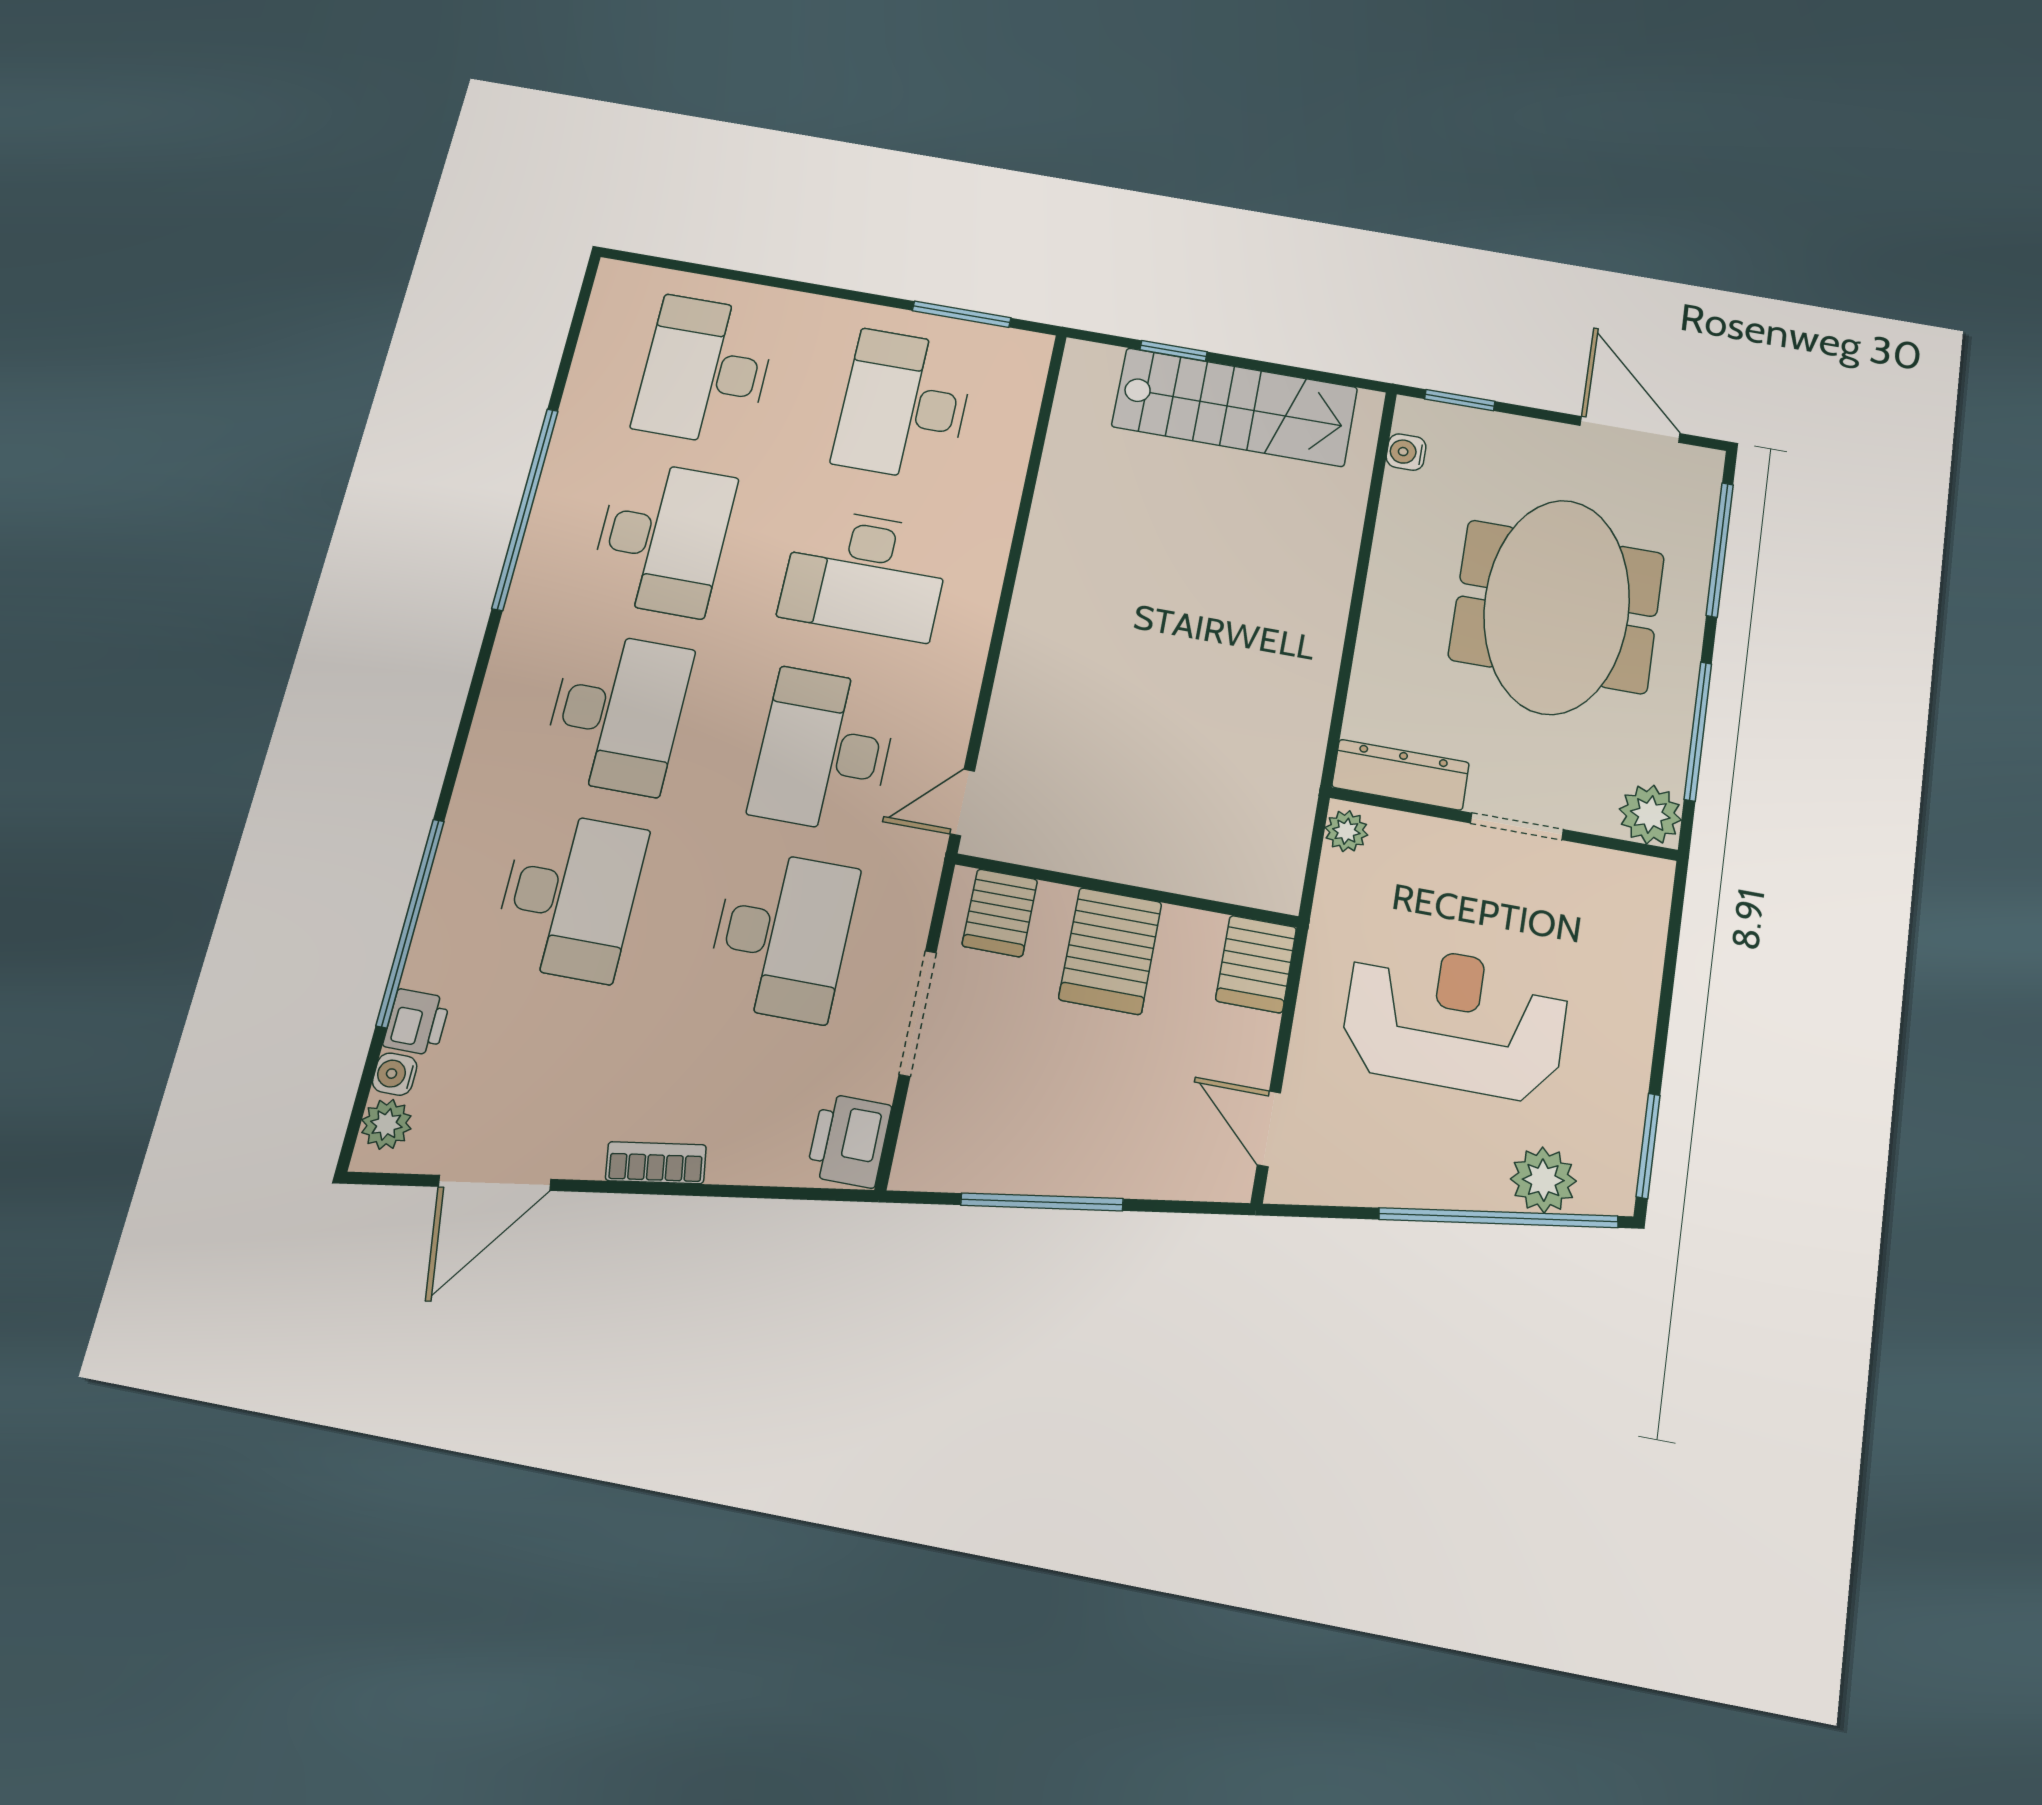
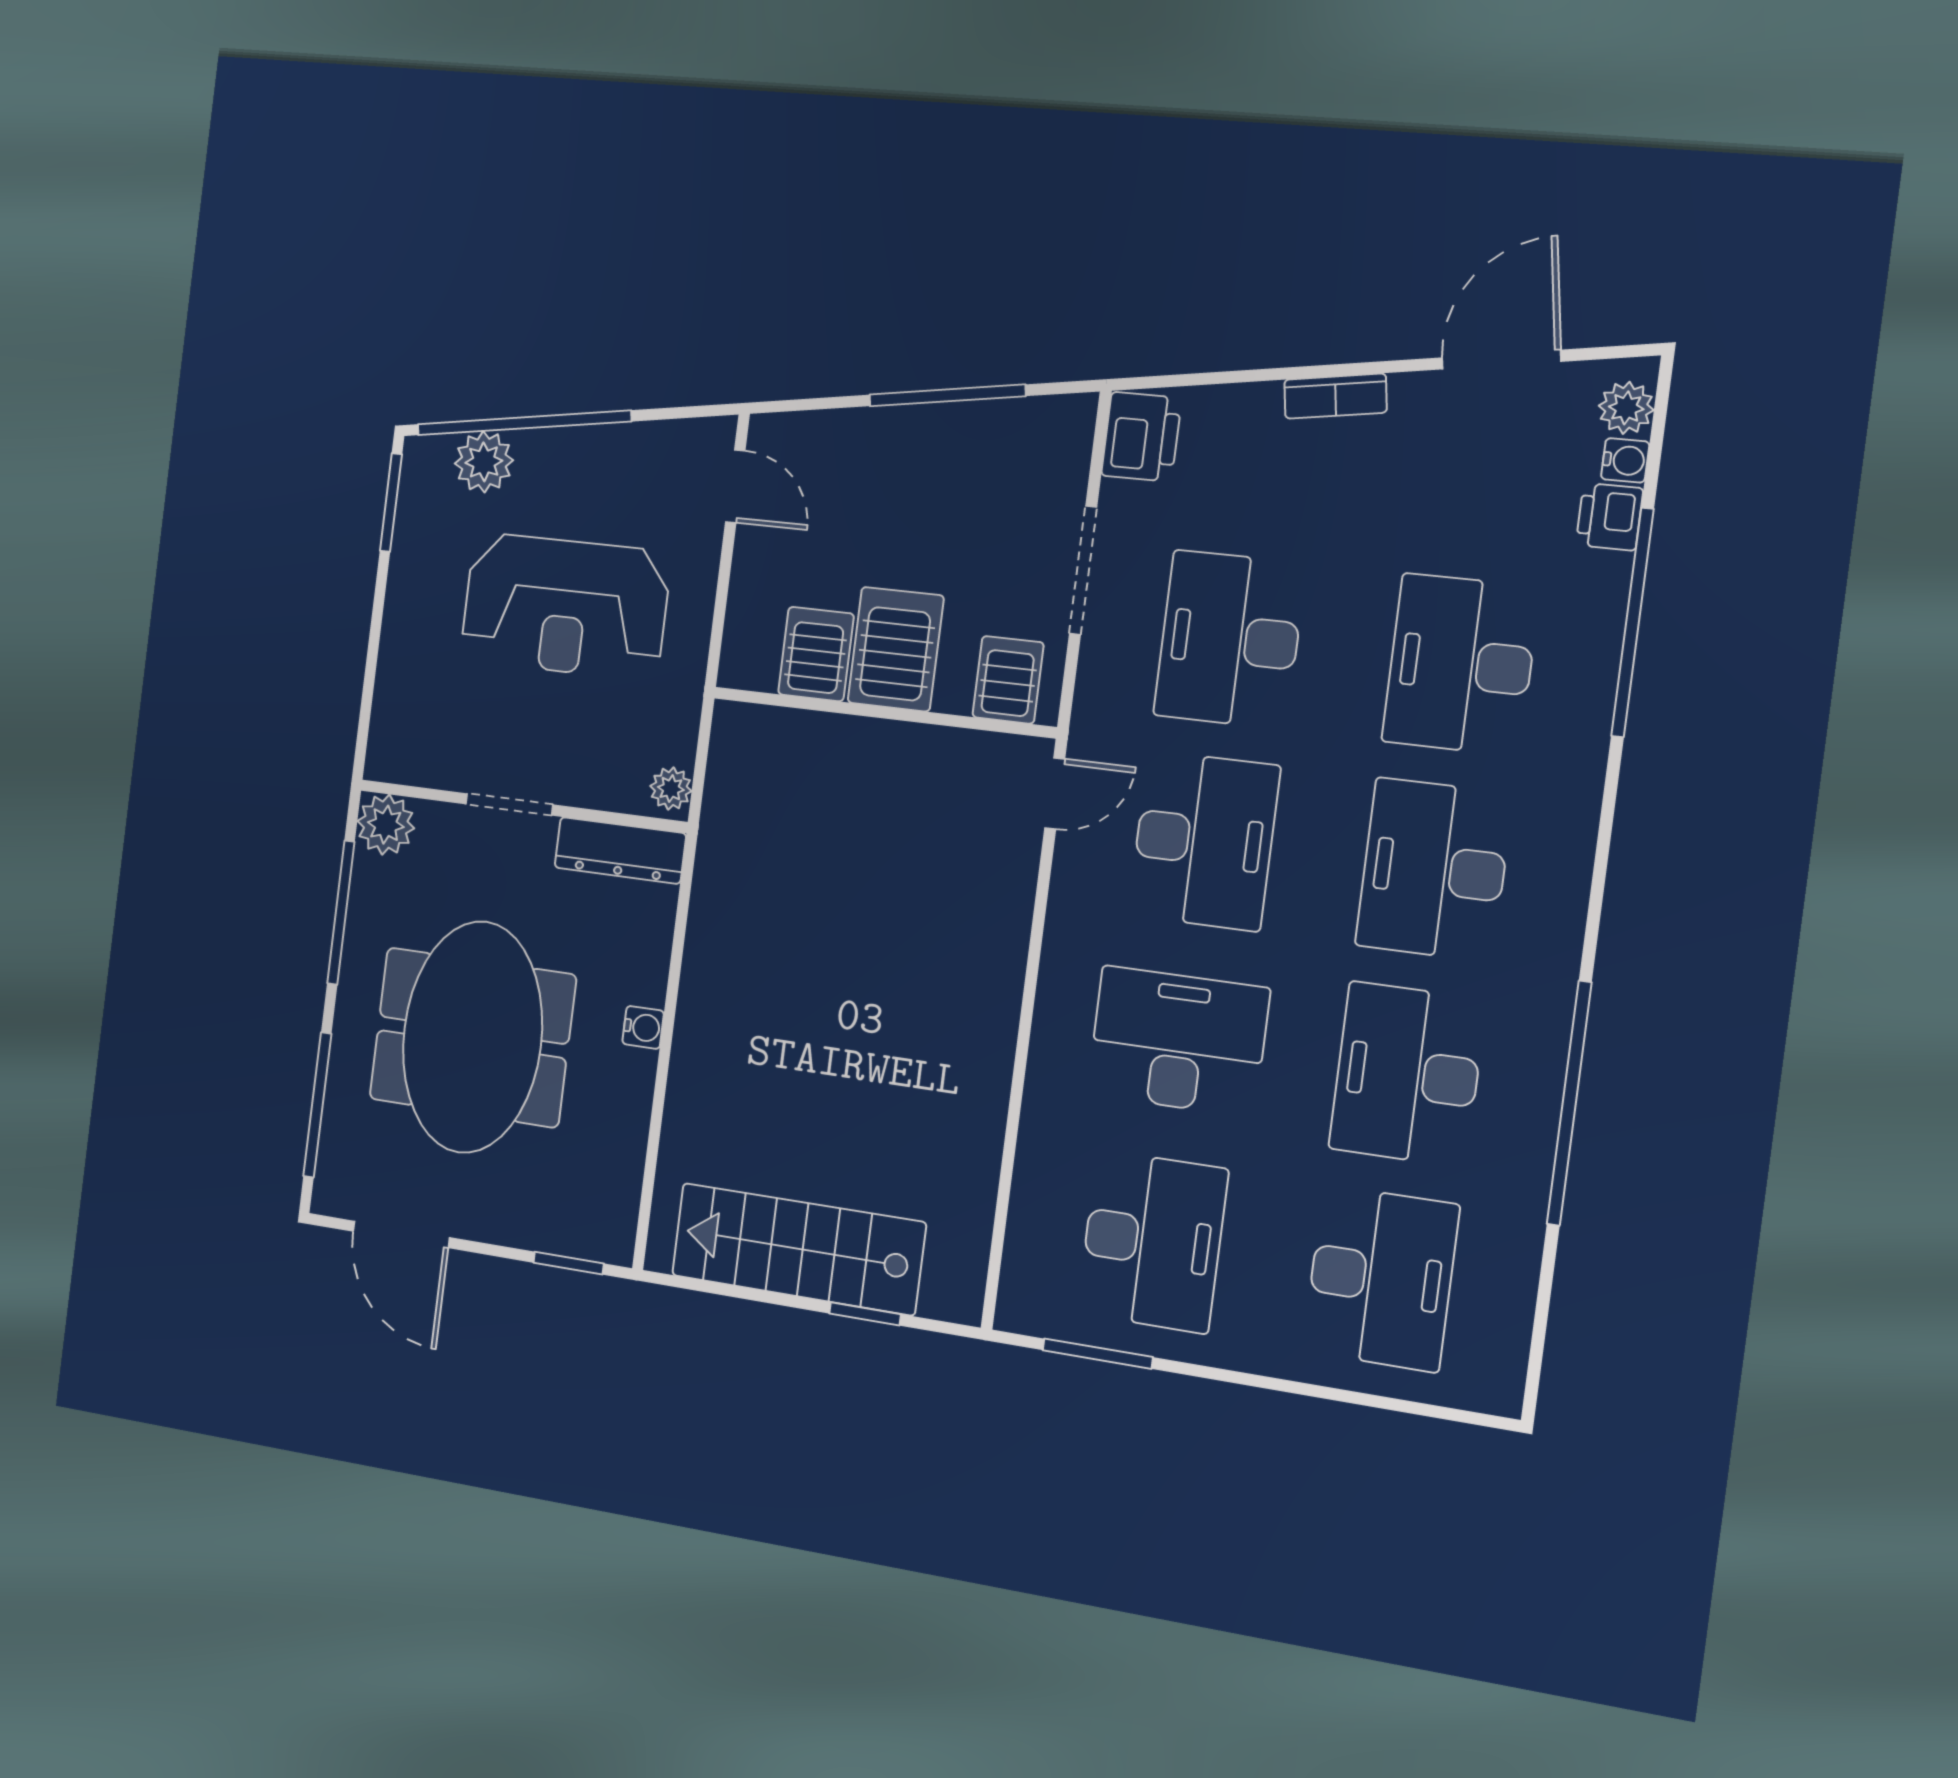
water cooler: (1406, 452) -> (643, 1027), moved
server rack: (1256, 964) -> (816, 654), moved

